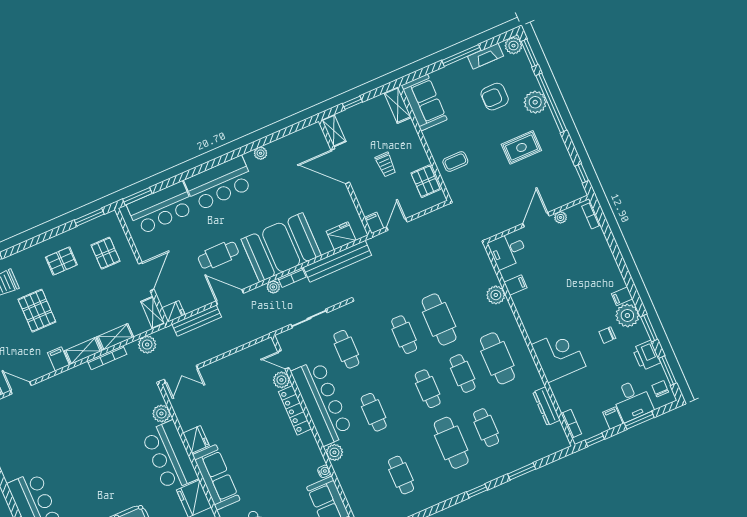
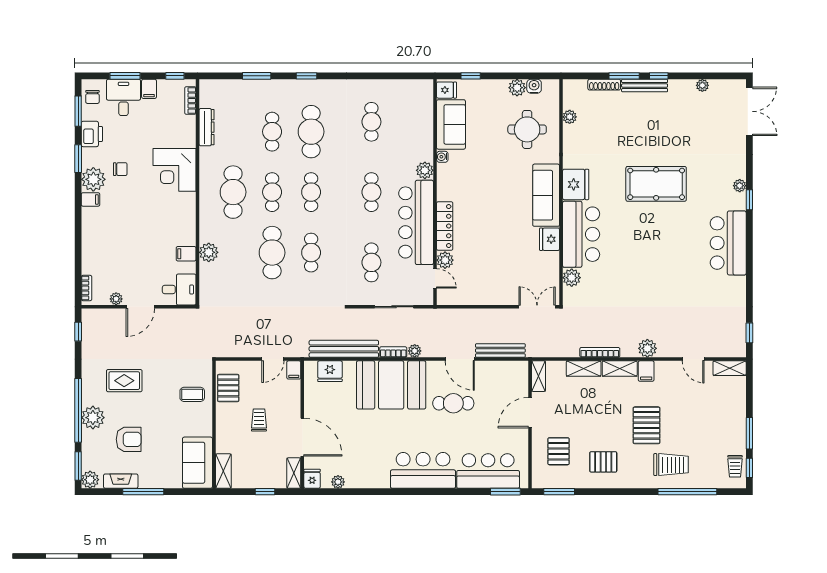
plant: (261, 153) -> (338, 482), moved
fridge: (173, 311) -> (312, 479), moved, turned 90
plant: (147, 345) -> (647, 348), moved

